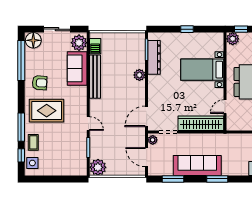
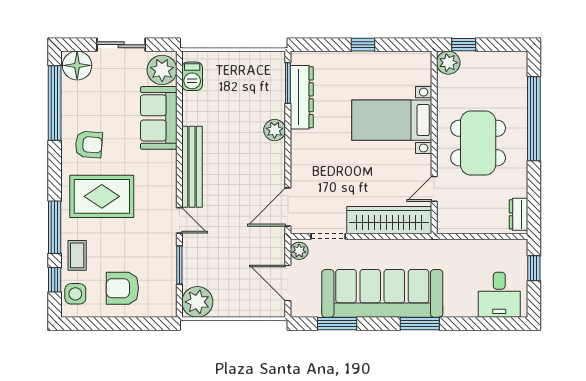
bench: (95, 77) -> (192, 167), moved
armchair: (58, 160) -> (122, 288), added
sofa: (197, 165) -> (382, 293), width x1.36, depth x1.27

